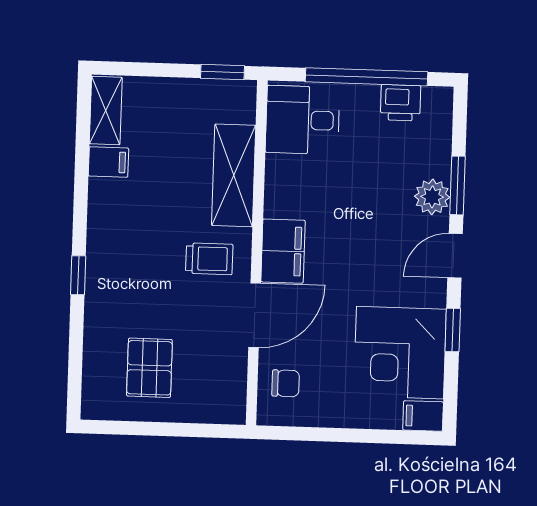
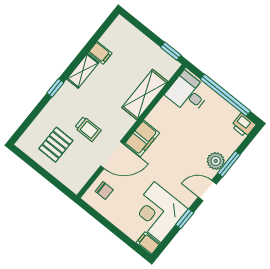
printer: (401, 103) -> (243, 125), moved
shelving: (106, 111) -> (83, 71), moved
trolley: (209, 259) -> (88, 129), moved

